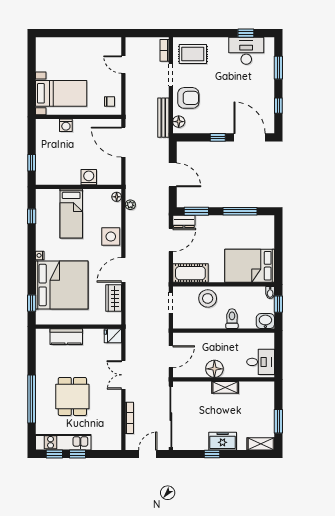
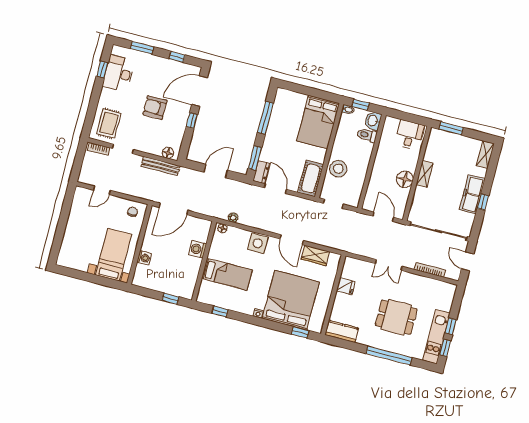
armchair: (188, 98) -> (155, 107), moved, turned -90
toilet: (232, 319) -> (367, 135), moved
fridge: (113, 336) -> (346, 286), moved, turned -90
kitchen counter: (66, 337) -> (342, 331), moved, turned -90
window: (278, 421) -> (451, 128), moved
freezer: (223, 441) -> (472, 194), width x1.40

